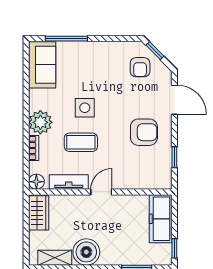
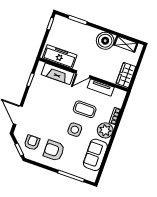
sofa: (42, 65) -> (95, 155), moved
armchair: (144, 132) -> (54, 150), moved
fireplace: (138, 180) -> (58, 74), added
floor lamp: (36, 182) -> (121, 95), removed
freezer: (161, 219) -> (60, 57), moved, turned -90

